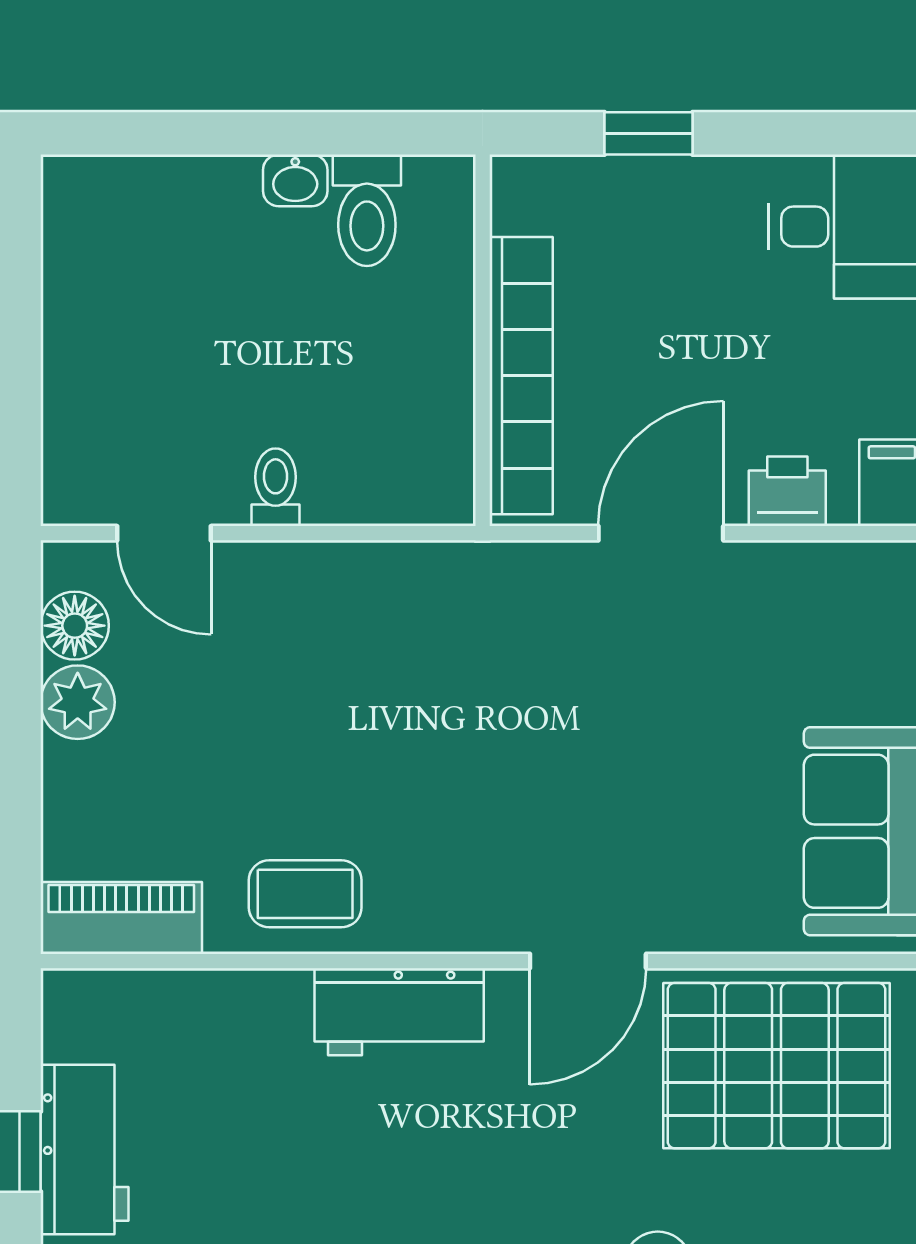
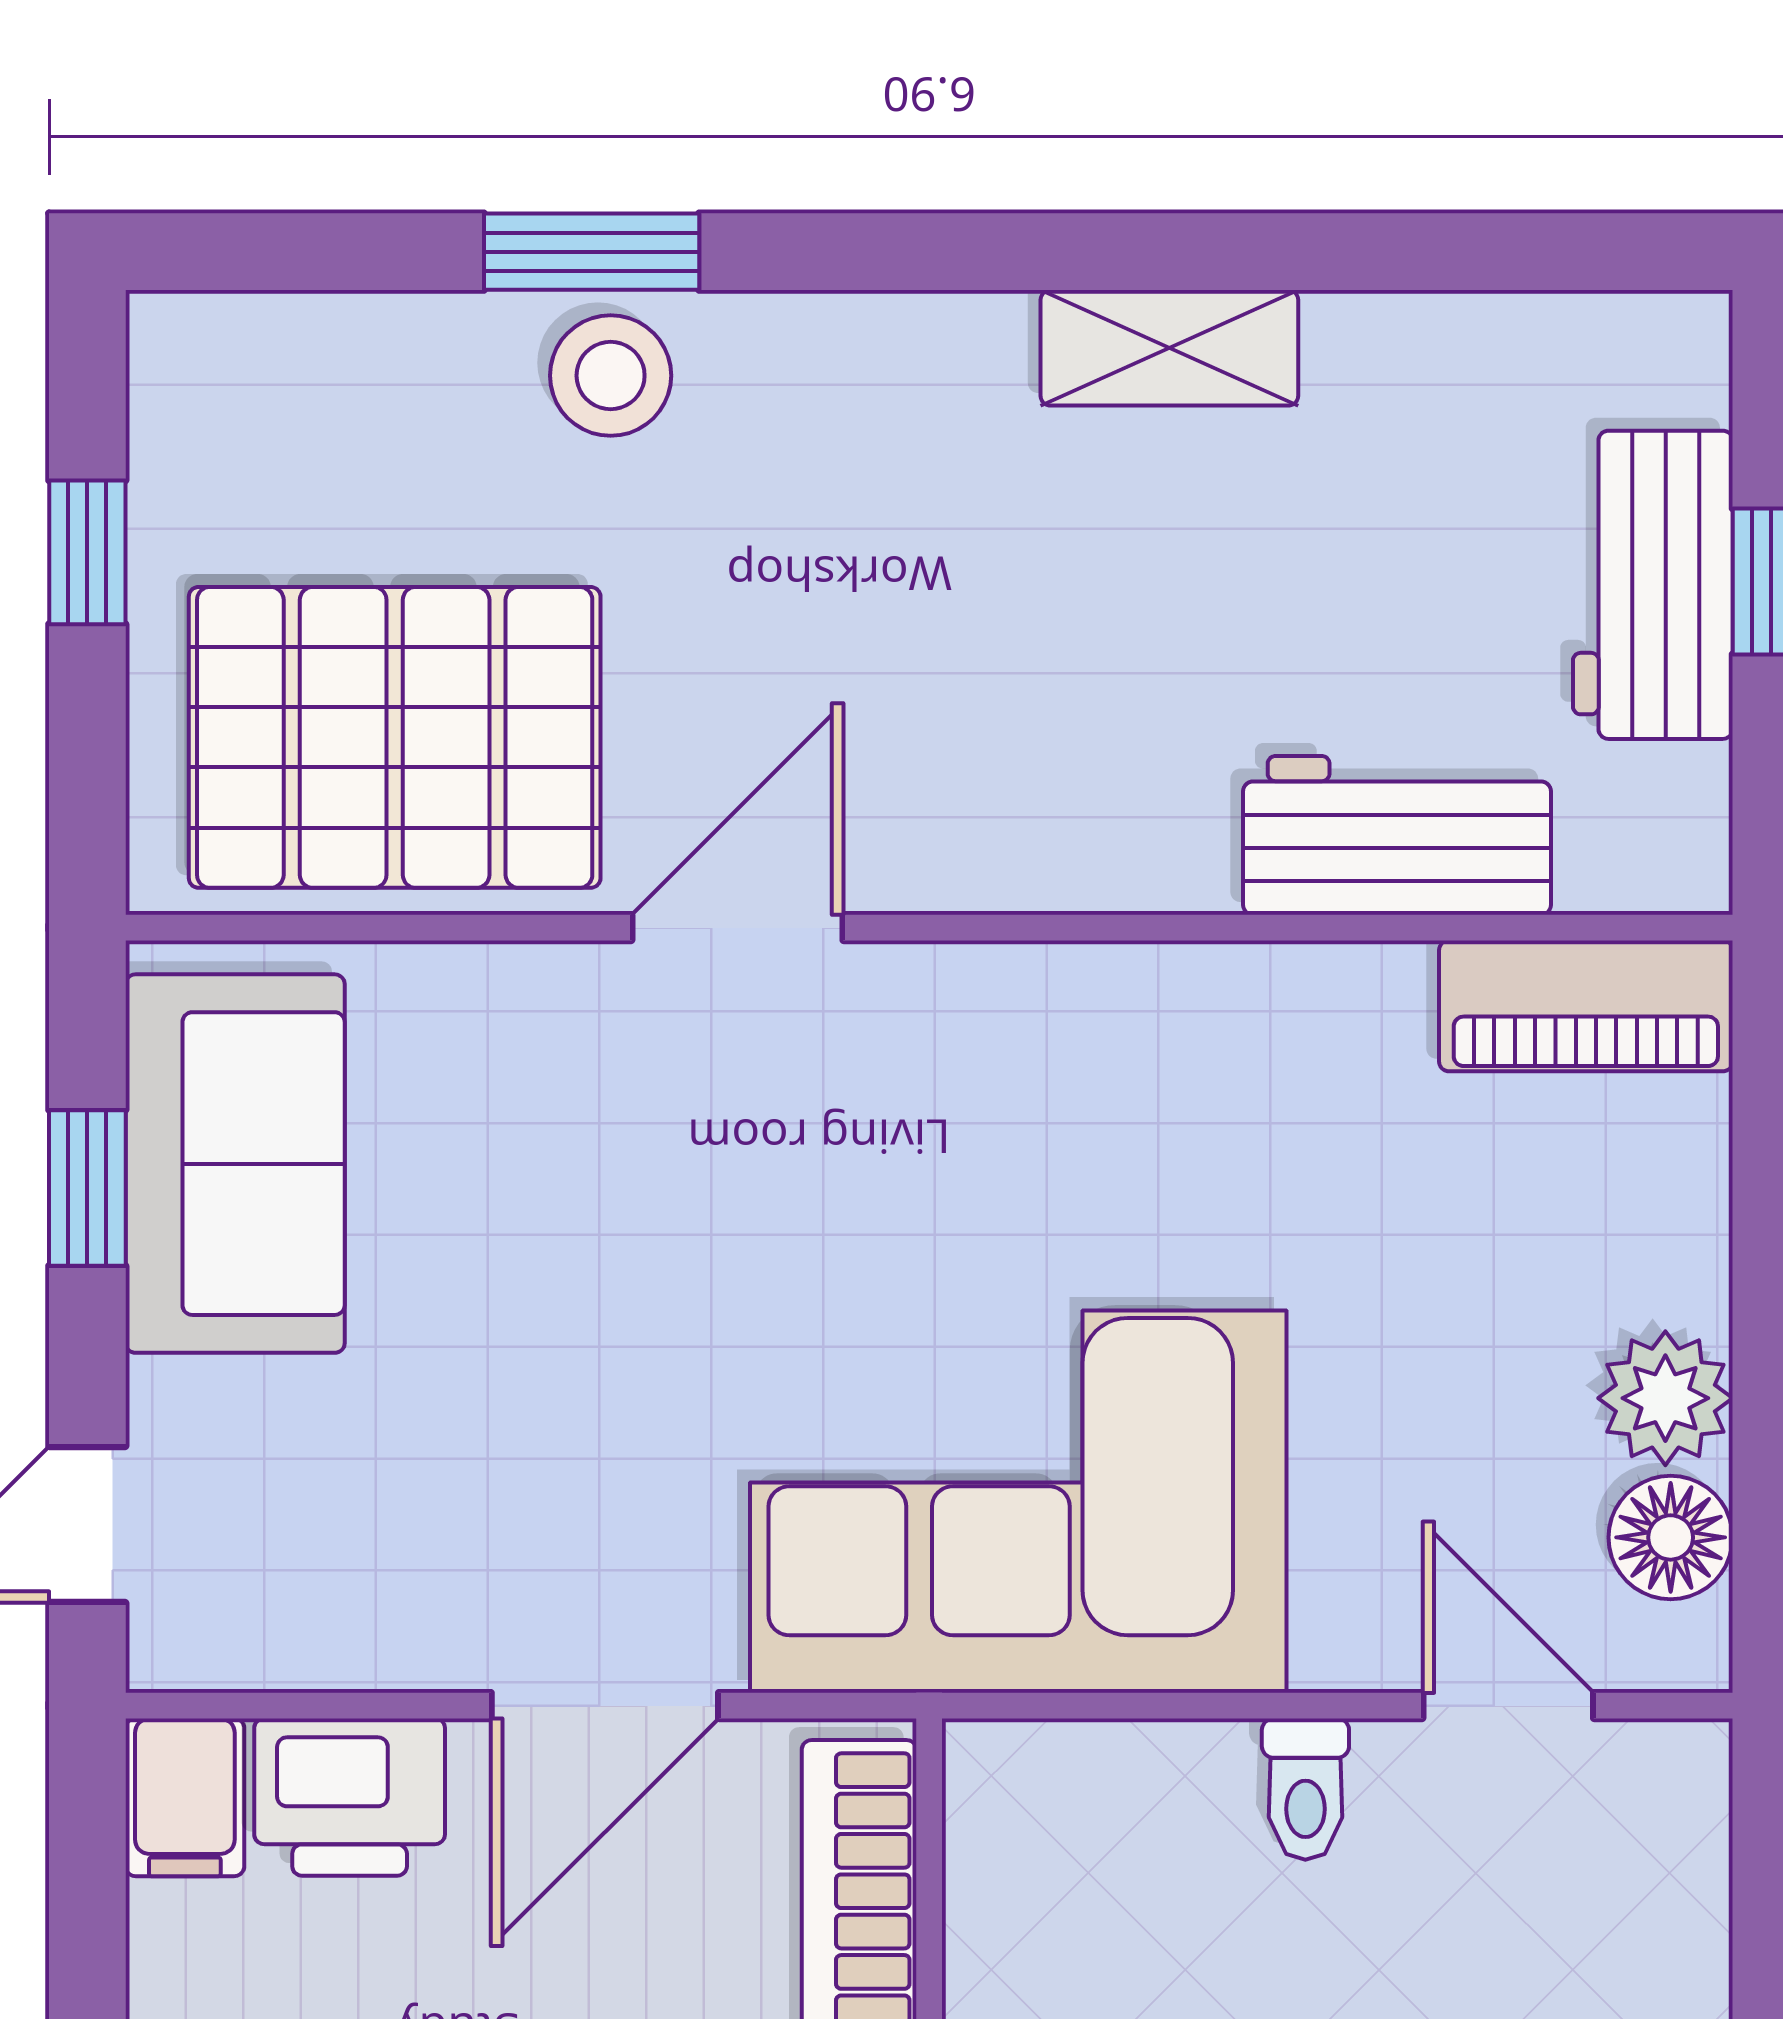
printer: (787, 491) -> (350, 1797), width x1.36, depth x1.24
corner sofa: (433, 645) -> (1018, 1501), added
coffee table: (305, 894) -> (1252, 1050), removed
workbench: (399, 1012) -> (1397, 835), moved

